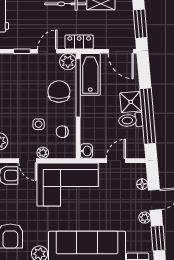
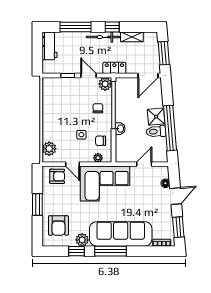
door: (47, 51) -> (89, 76), hinge flipped
door: (121, 51) -> (148, 76), hinge flipped
bathtub: (90, 74) -> (123, 94), removed
chair: (59, 92) -> (98, 108), width x0.54, depth x0.54
washbasin: (86, 151) -> (120, 129), moved
plant: (43, 153) -> (98, 158), moved
plant: (145, 218) -> (167, 210), removed

